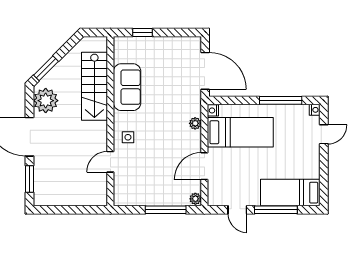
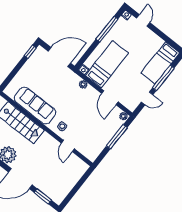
window: (143, 33) -> (30, 52), moved
sofa: (127, 87) -> (35, 106), width x1.36

